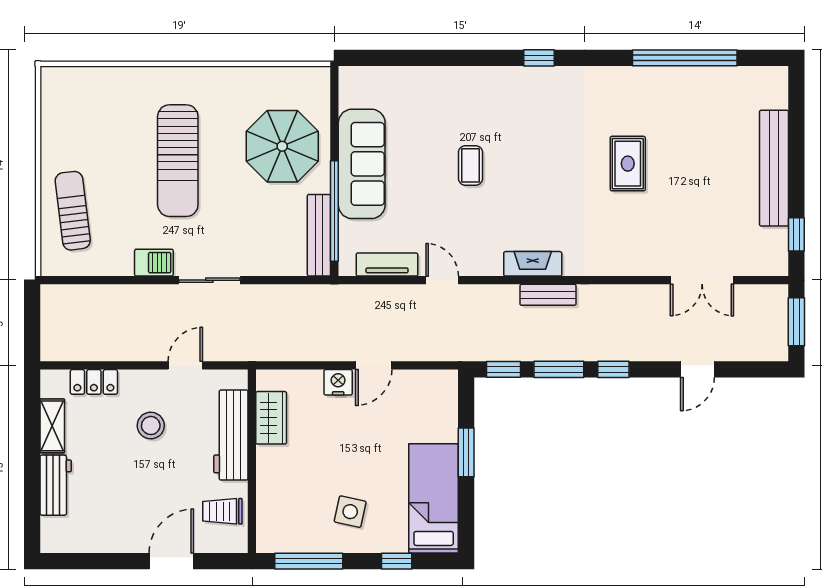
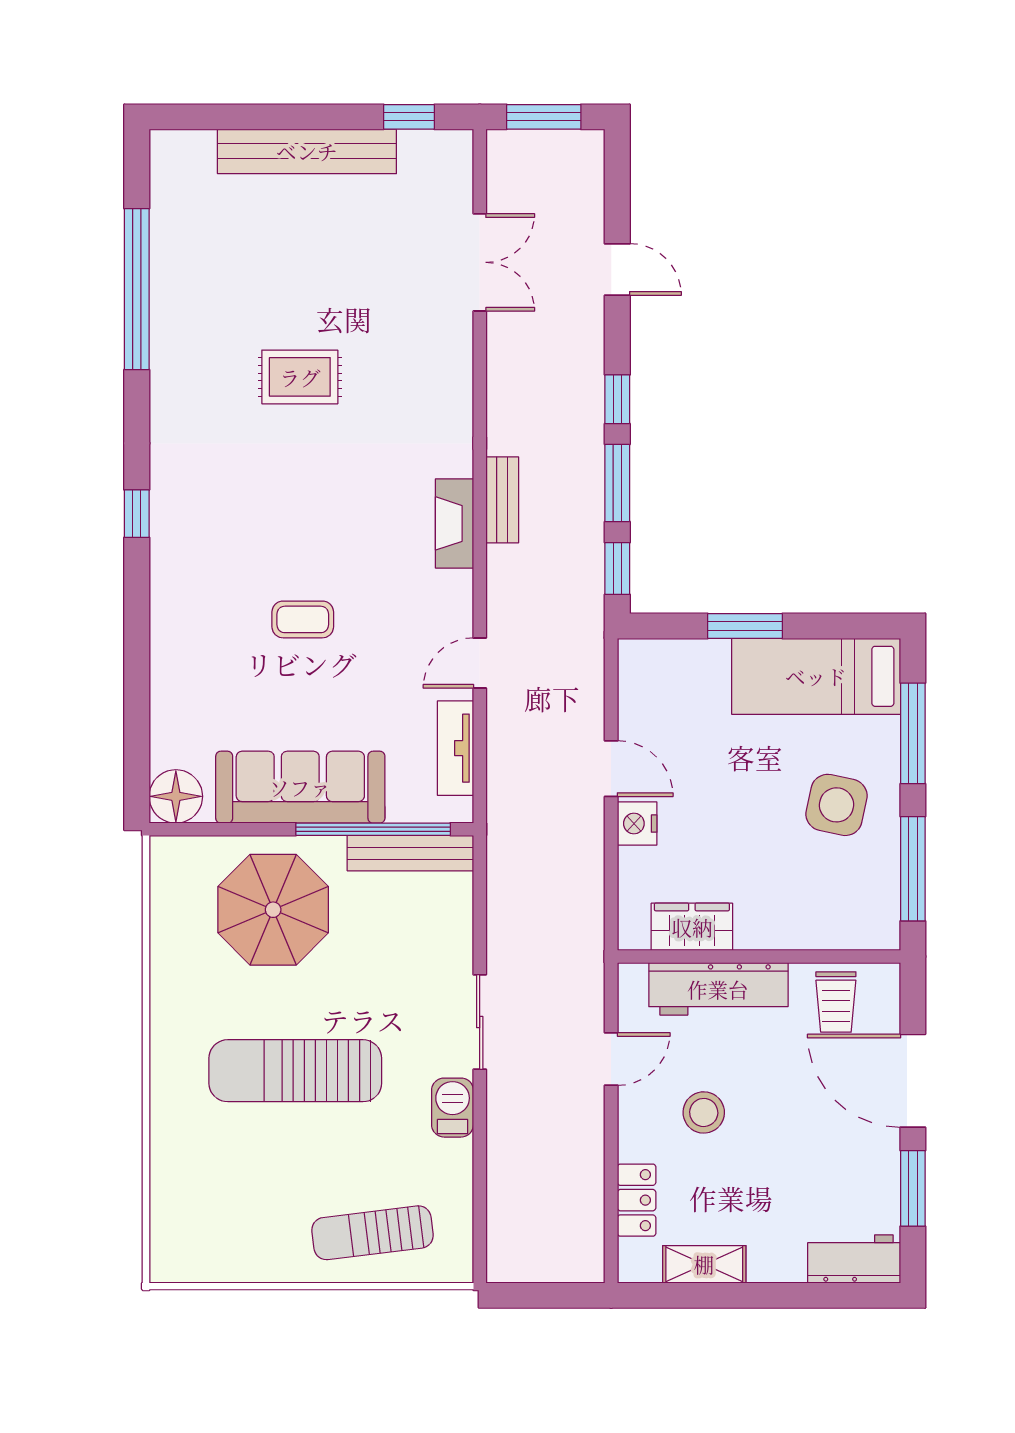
floor lamp: (356, 83) -> (176, 796), added
sun lounger: (178, 161) -> (295, 1071), turned 180
door: (185, 365) -> (611, 1059), swing flipped
workbench: (56, 485) -> (854, 1259), moved
side table: (350, 512) -> (836, 805), width x1.37, depth x1.37
window: (101, 561) -> (913, 1188), added
door: (171, 561) -> (913, 1081), width x1.36
window: (397, 561) -> (913, 733), width x2.17

